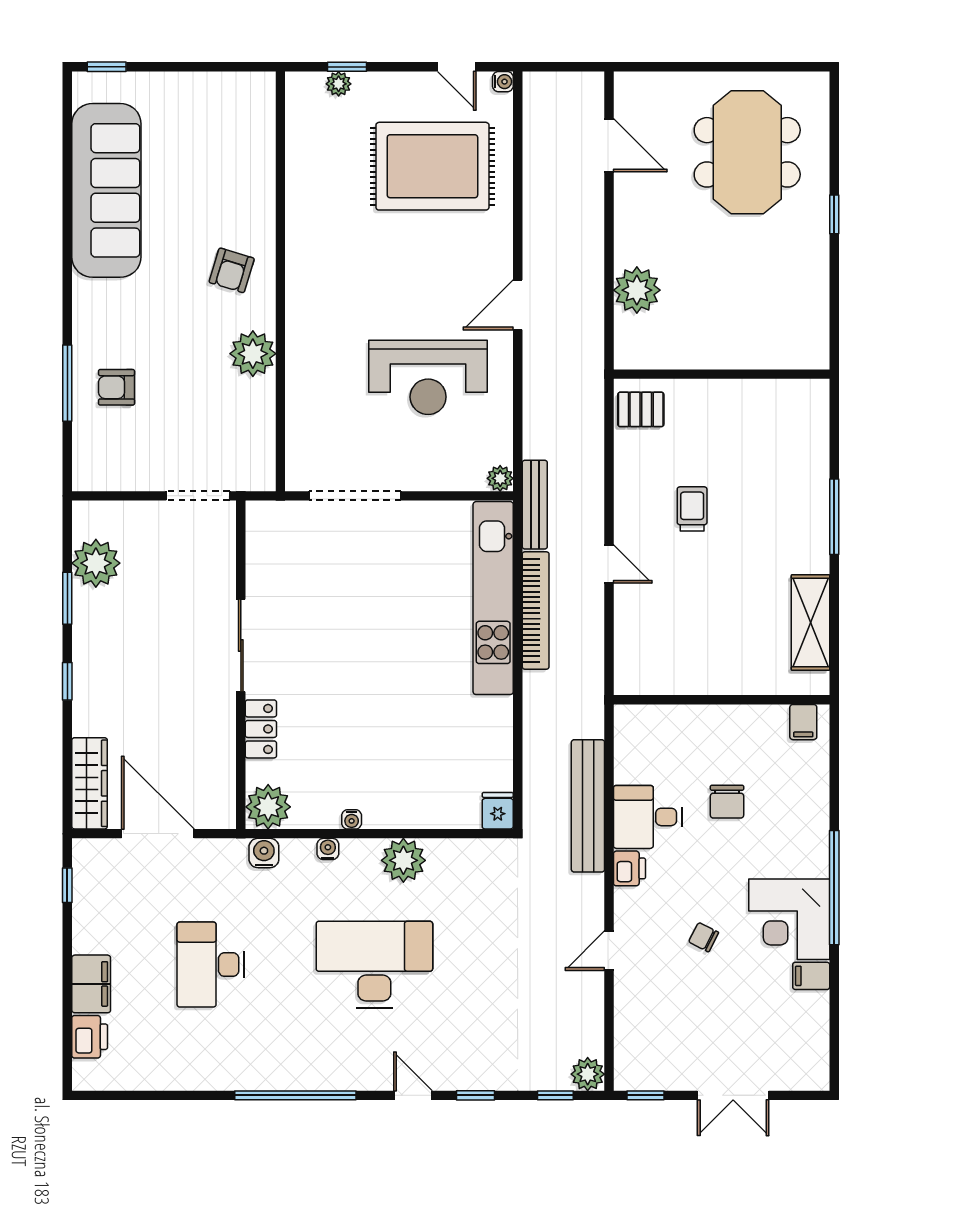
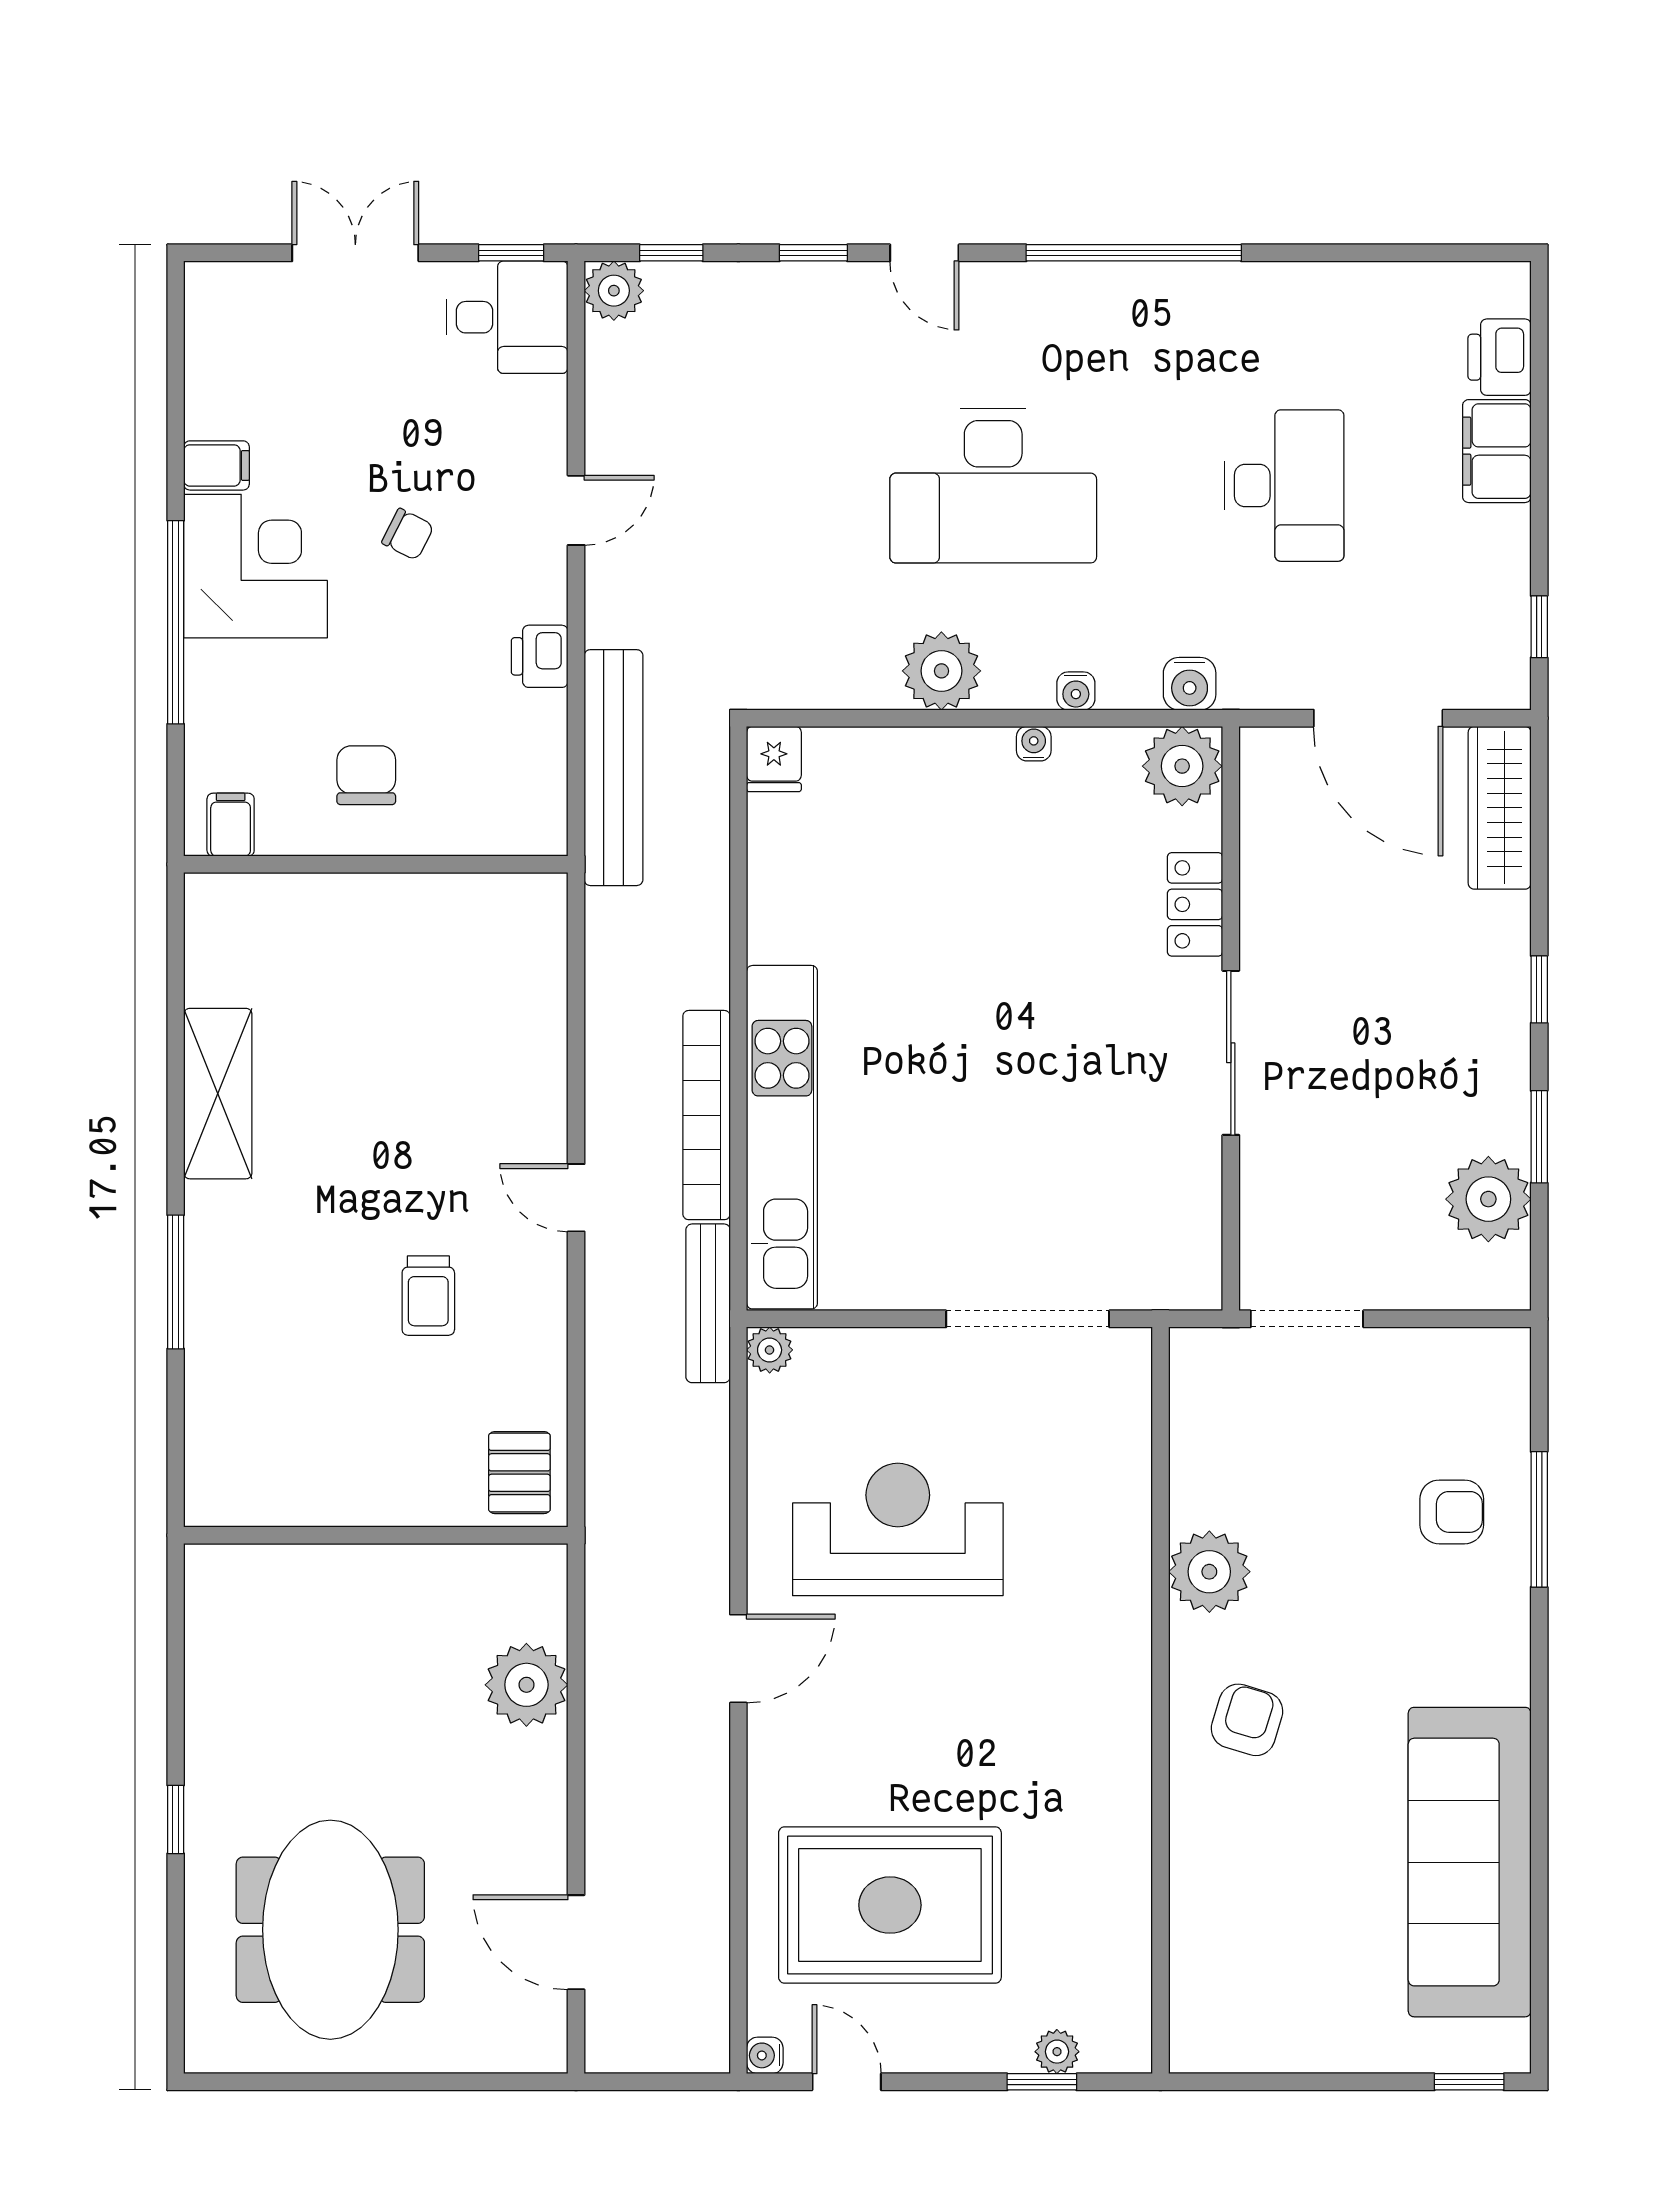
pallet: (641, 409) -> (519, 1473), turned 90
wall: (722, 700) -> (376, 864), moved
filing cabinet: (803, 722) -> (231, 825), moved
desk: (648, 817) -> (507, 317), moved

